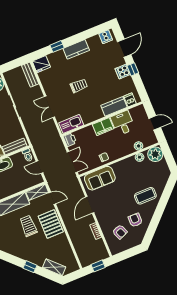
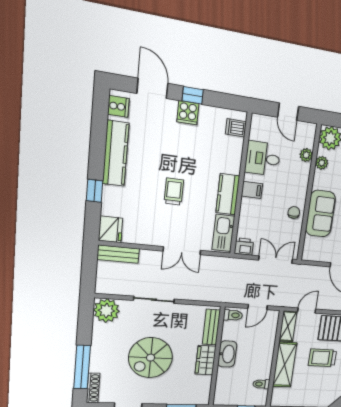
kitchen counter: (76, 49) -> (116, 153), width x1.50
kitchen counter: (114, 106) -> (228, 194), moved
door: (155, 123) -> (288, 112), swing flipped
filing cabinet: (103, 127) -> (252, 190), width x0.50
sofa: (100, 178) -> (321, 214), moved

